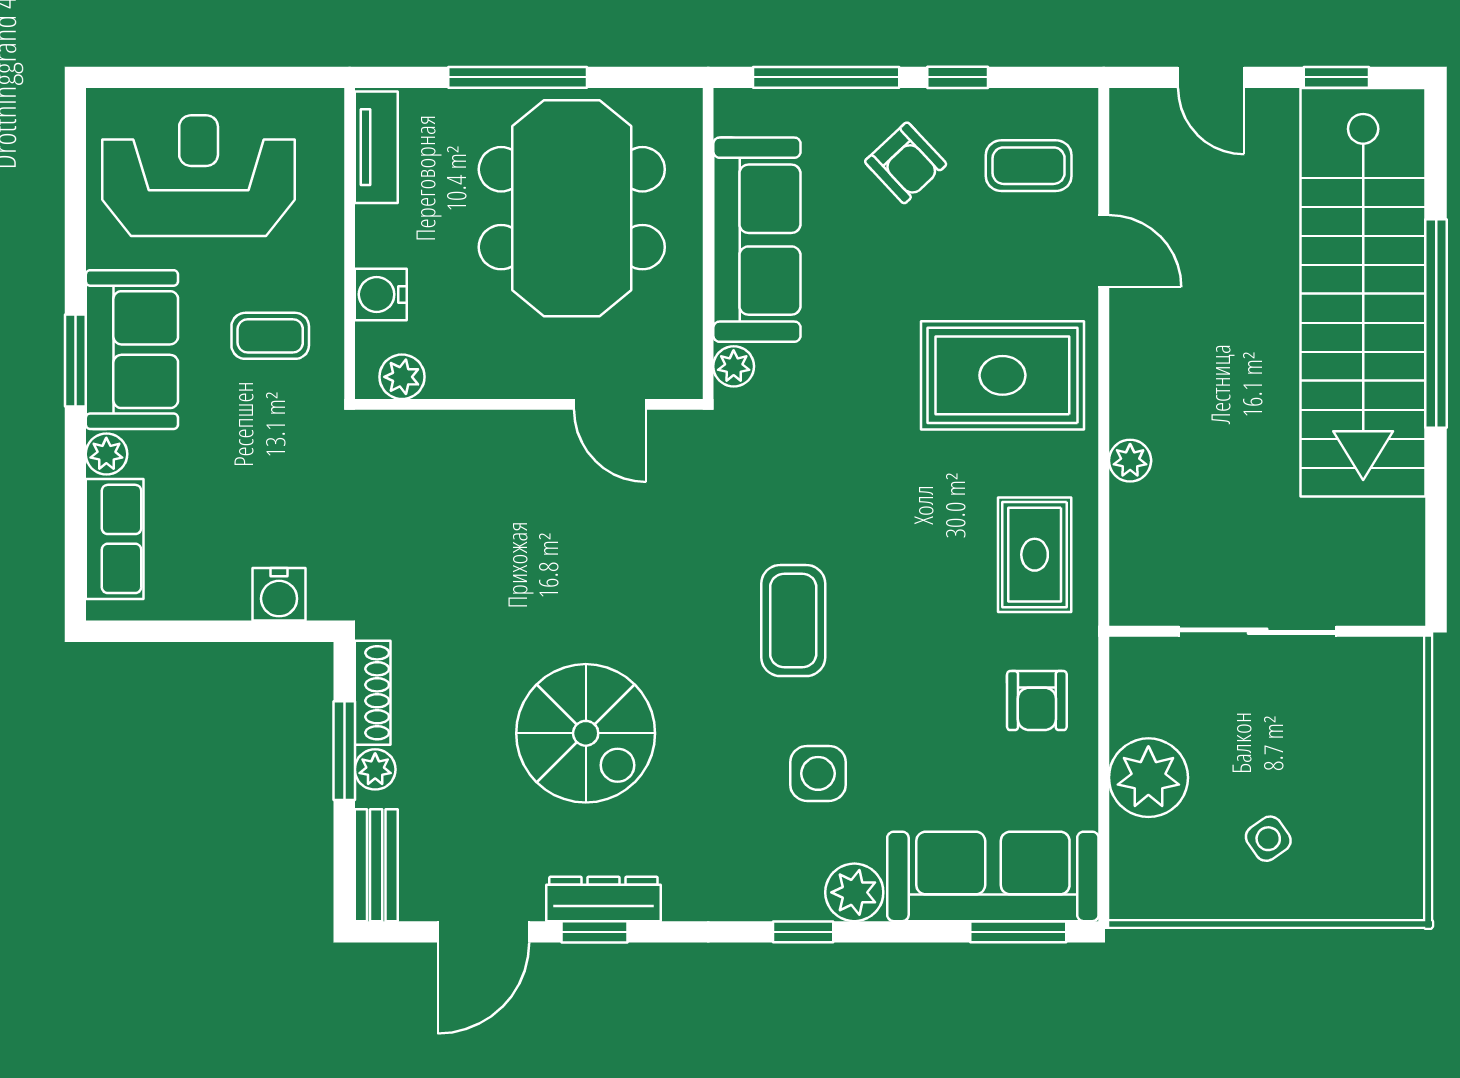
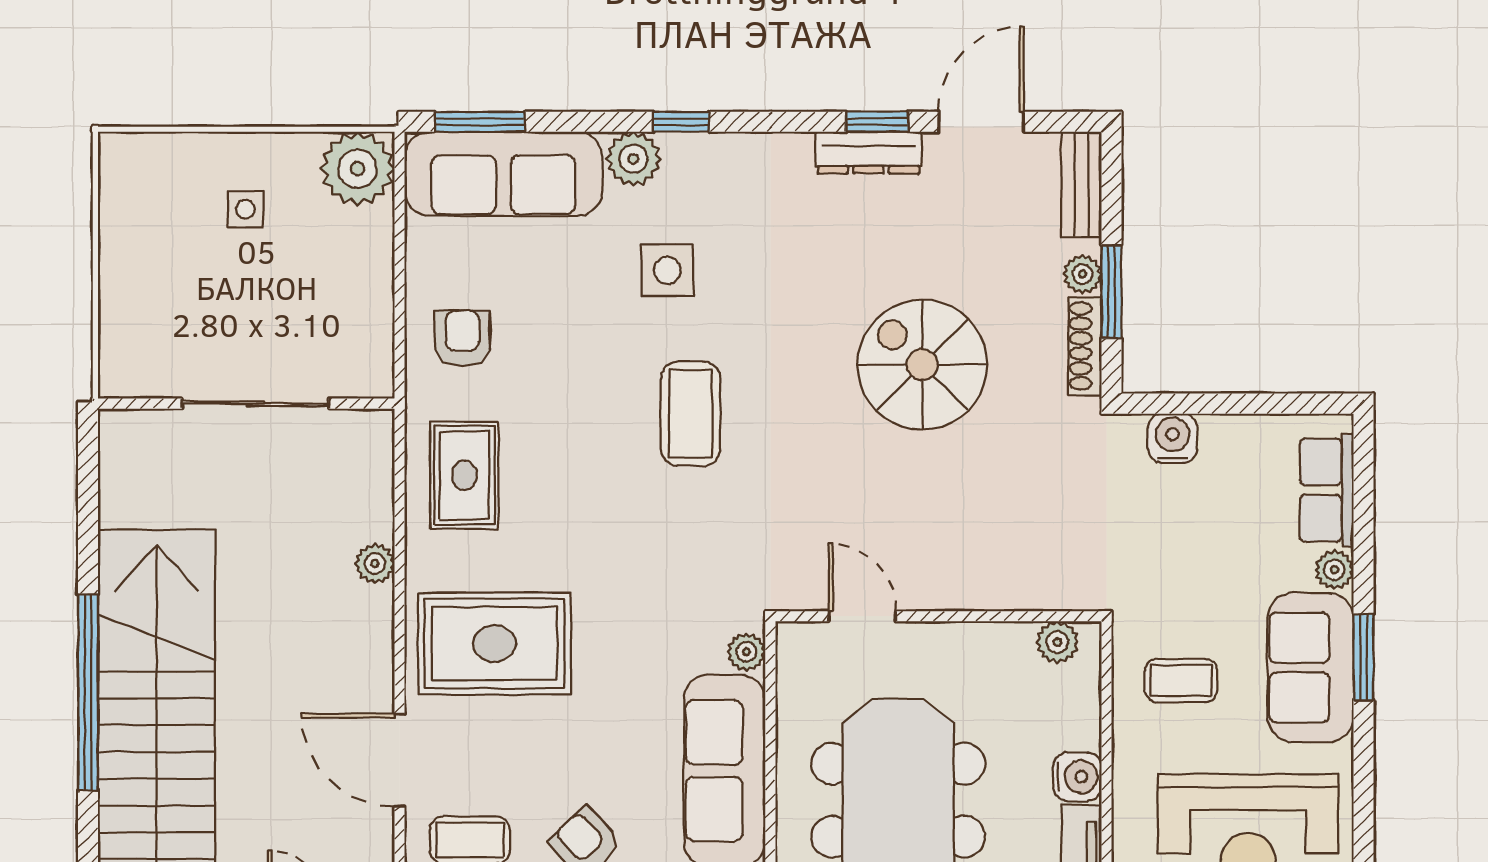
door: (1104, 251) -> (400, 760), width x1.37
water cooler: (381, 294) -> (1077, 777), moved
spiral stairs: (586, 733) -> (922, 365), moved
plant: (1148, 778) -> (358, 169), moved
side table: (1268, 839) -> (245, 209), turned 35

